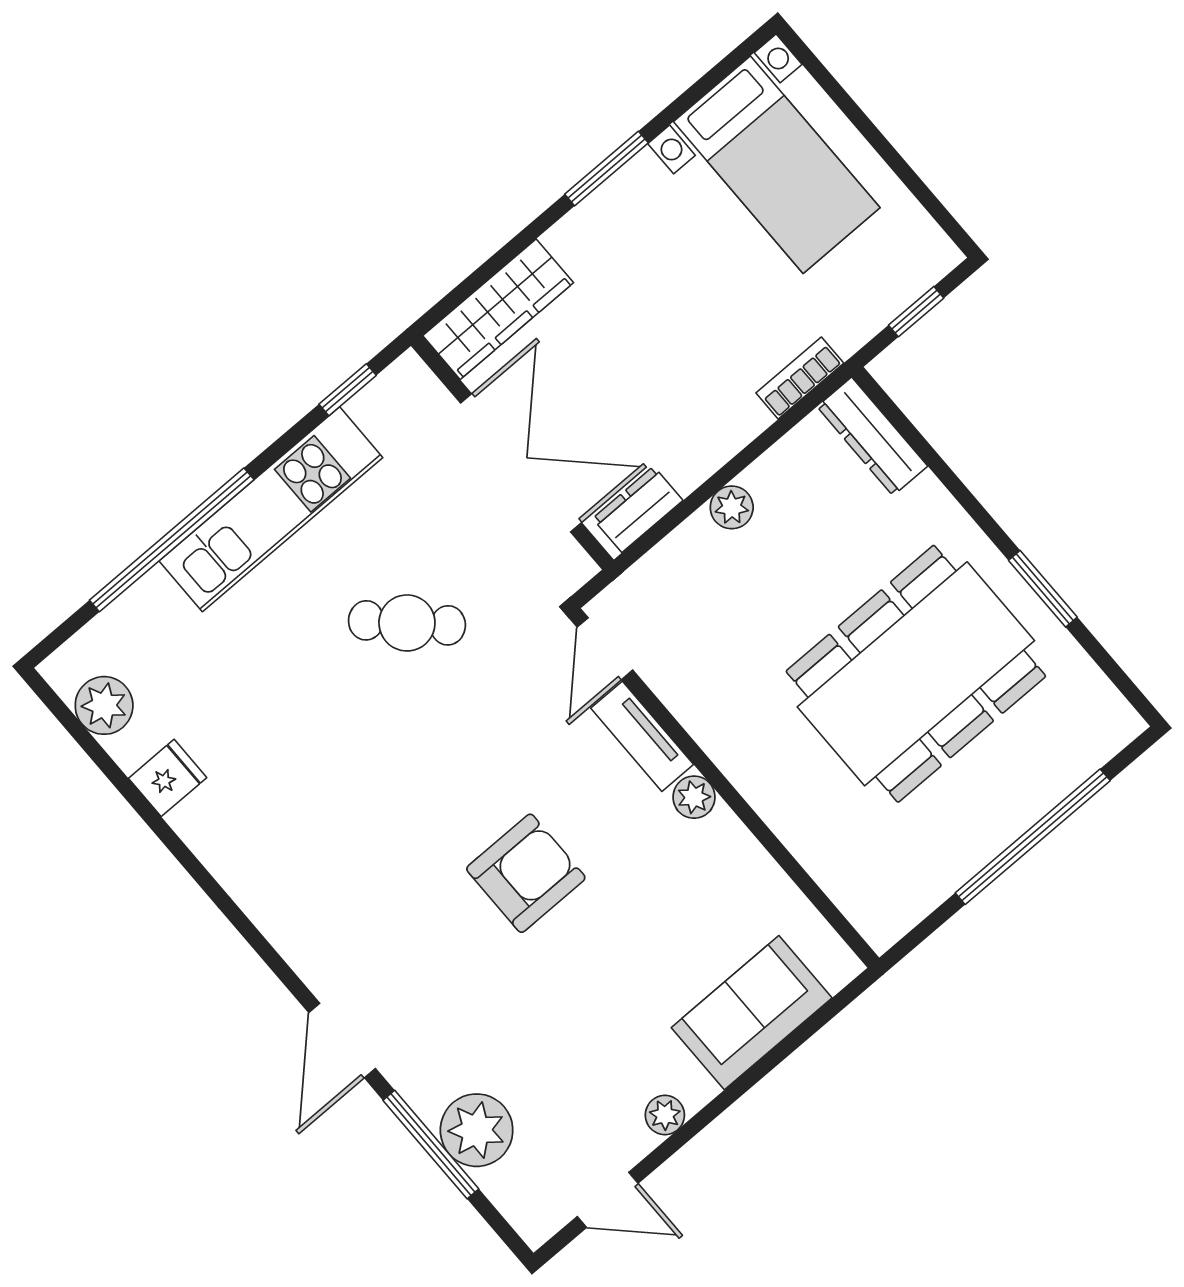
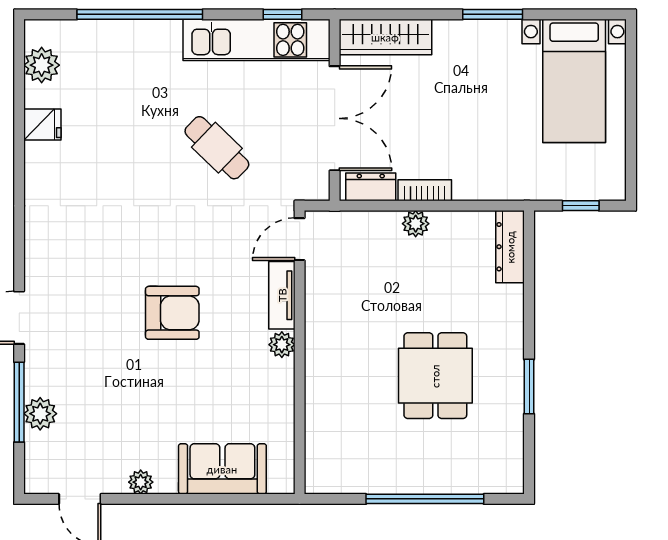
bookcase: (800, 378) -> (425, 190), moved
kitchen unit: (271, 509) -> (257, 40), moved
dining table: (916, 674) -> (435, 376), width x0.53, depth x0.80
plant: (477, 1130) -> (40, 414), width x0.73, depth x0.73

